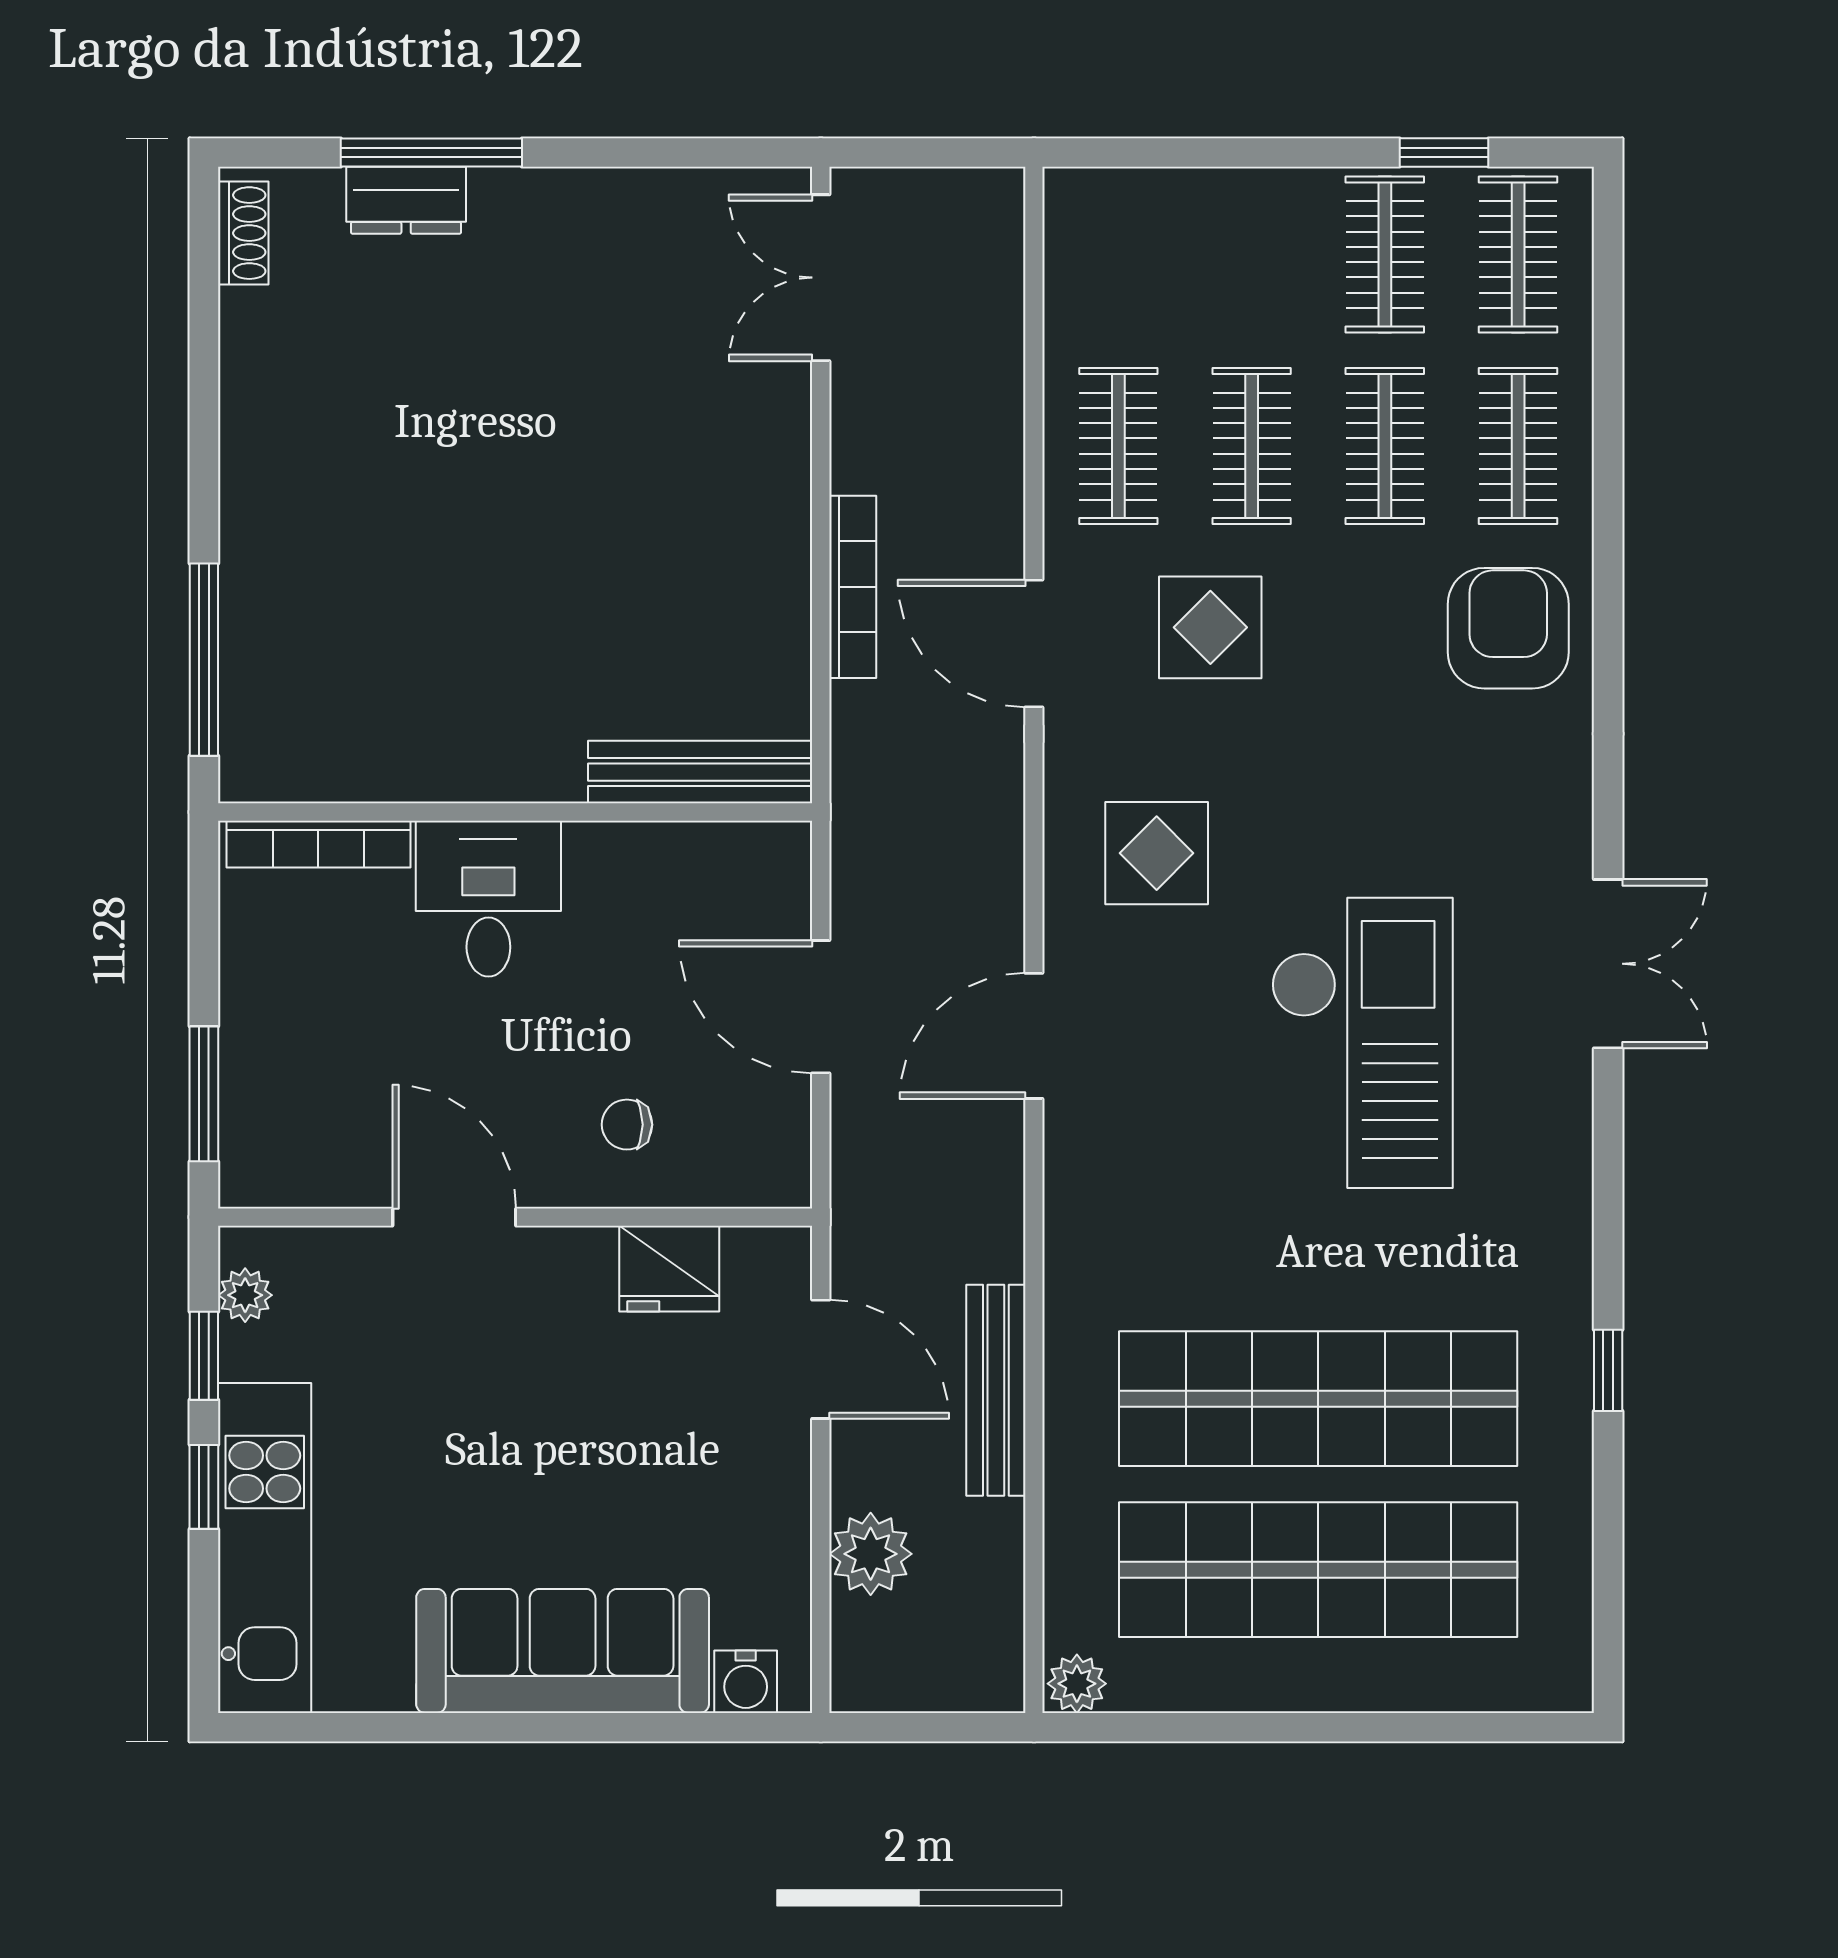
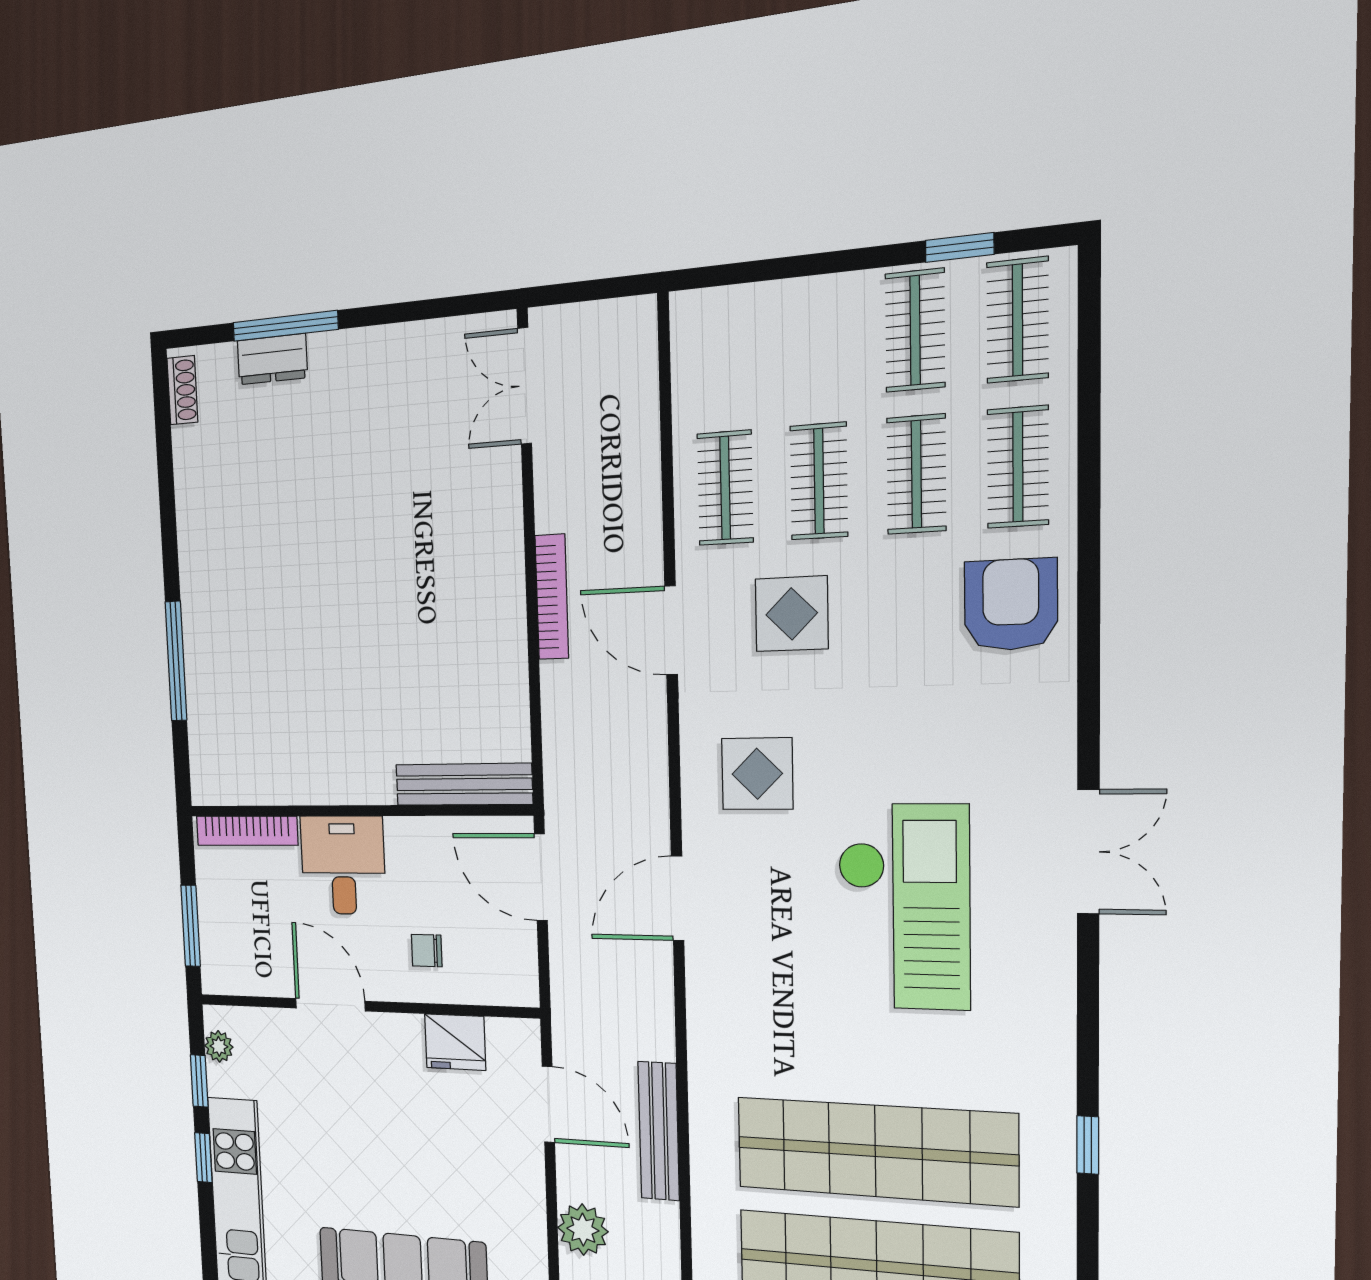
bench: (700, 772) -> (464, 784), moved
wall: (515, 812) -> (356, 811), moved
bookcase: (318, 844) -> (247, 831), moved
desk: (488, 899) -> (343, 865), moved

